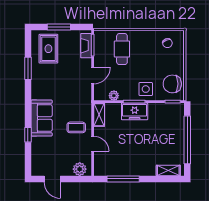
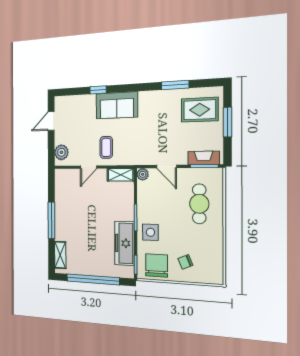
chair: (167, 43) -> (185, 262), moved
cafe table: (122, 49) -> (199, 204), turned 90
plant: (114, 96) -> (143, 174), moved
freezer: (135, 111) -> (124, 243), moved, width x1.40
window: (123, 179) -> (51, 220), moved

